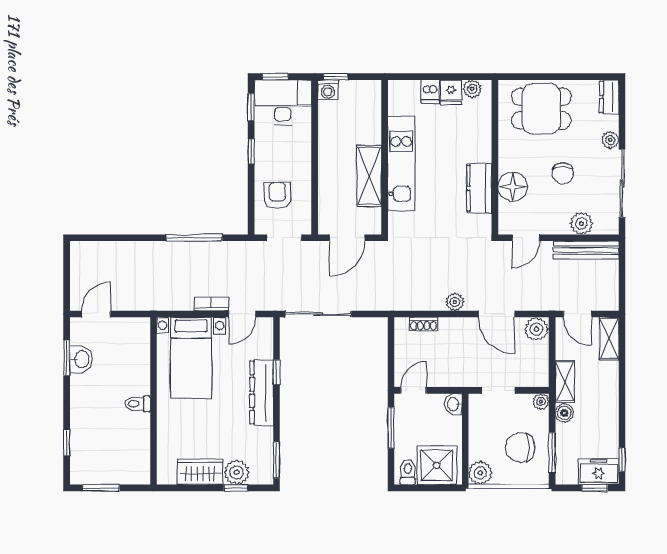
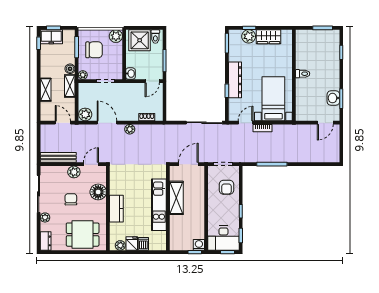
kitchen counter: (479, 188) -> (116, 209), moved
plant: (581, 224) -> (74, 172), moved
shelving: (609, 339) -> (46, 90), moved

